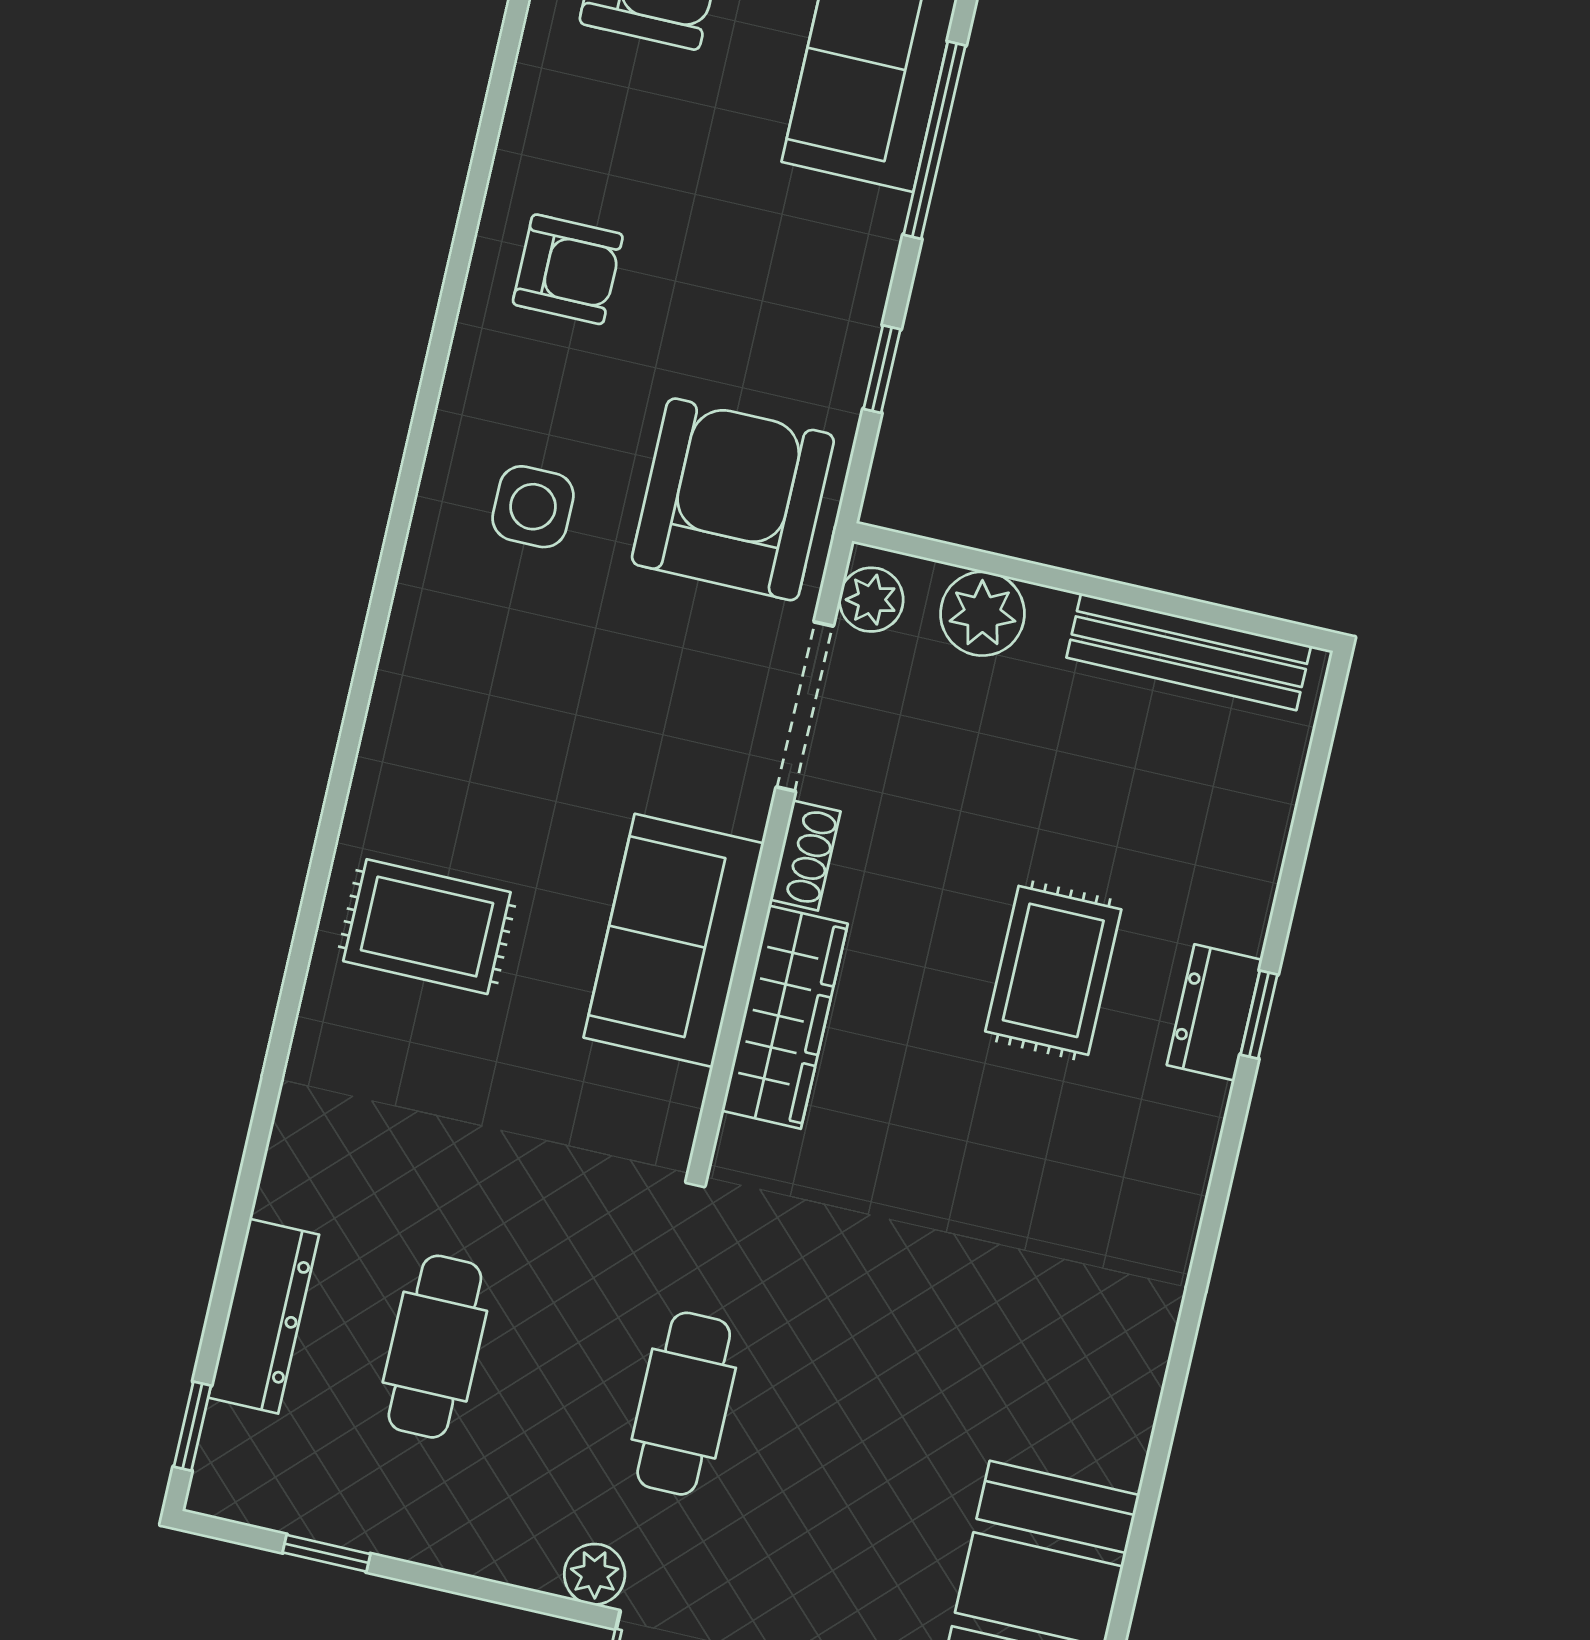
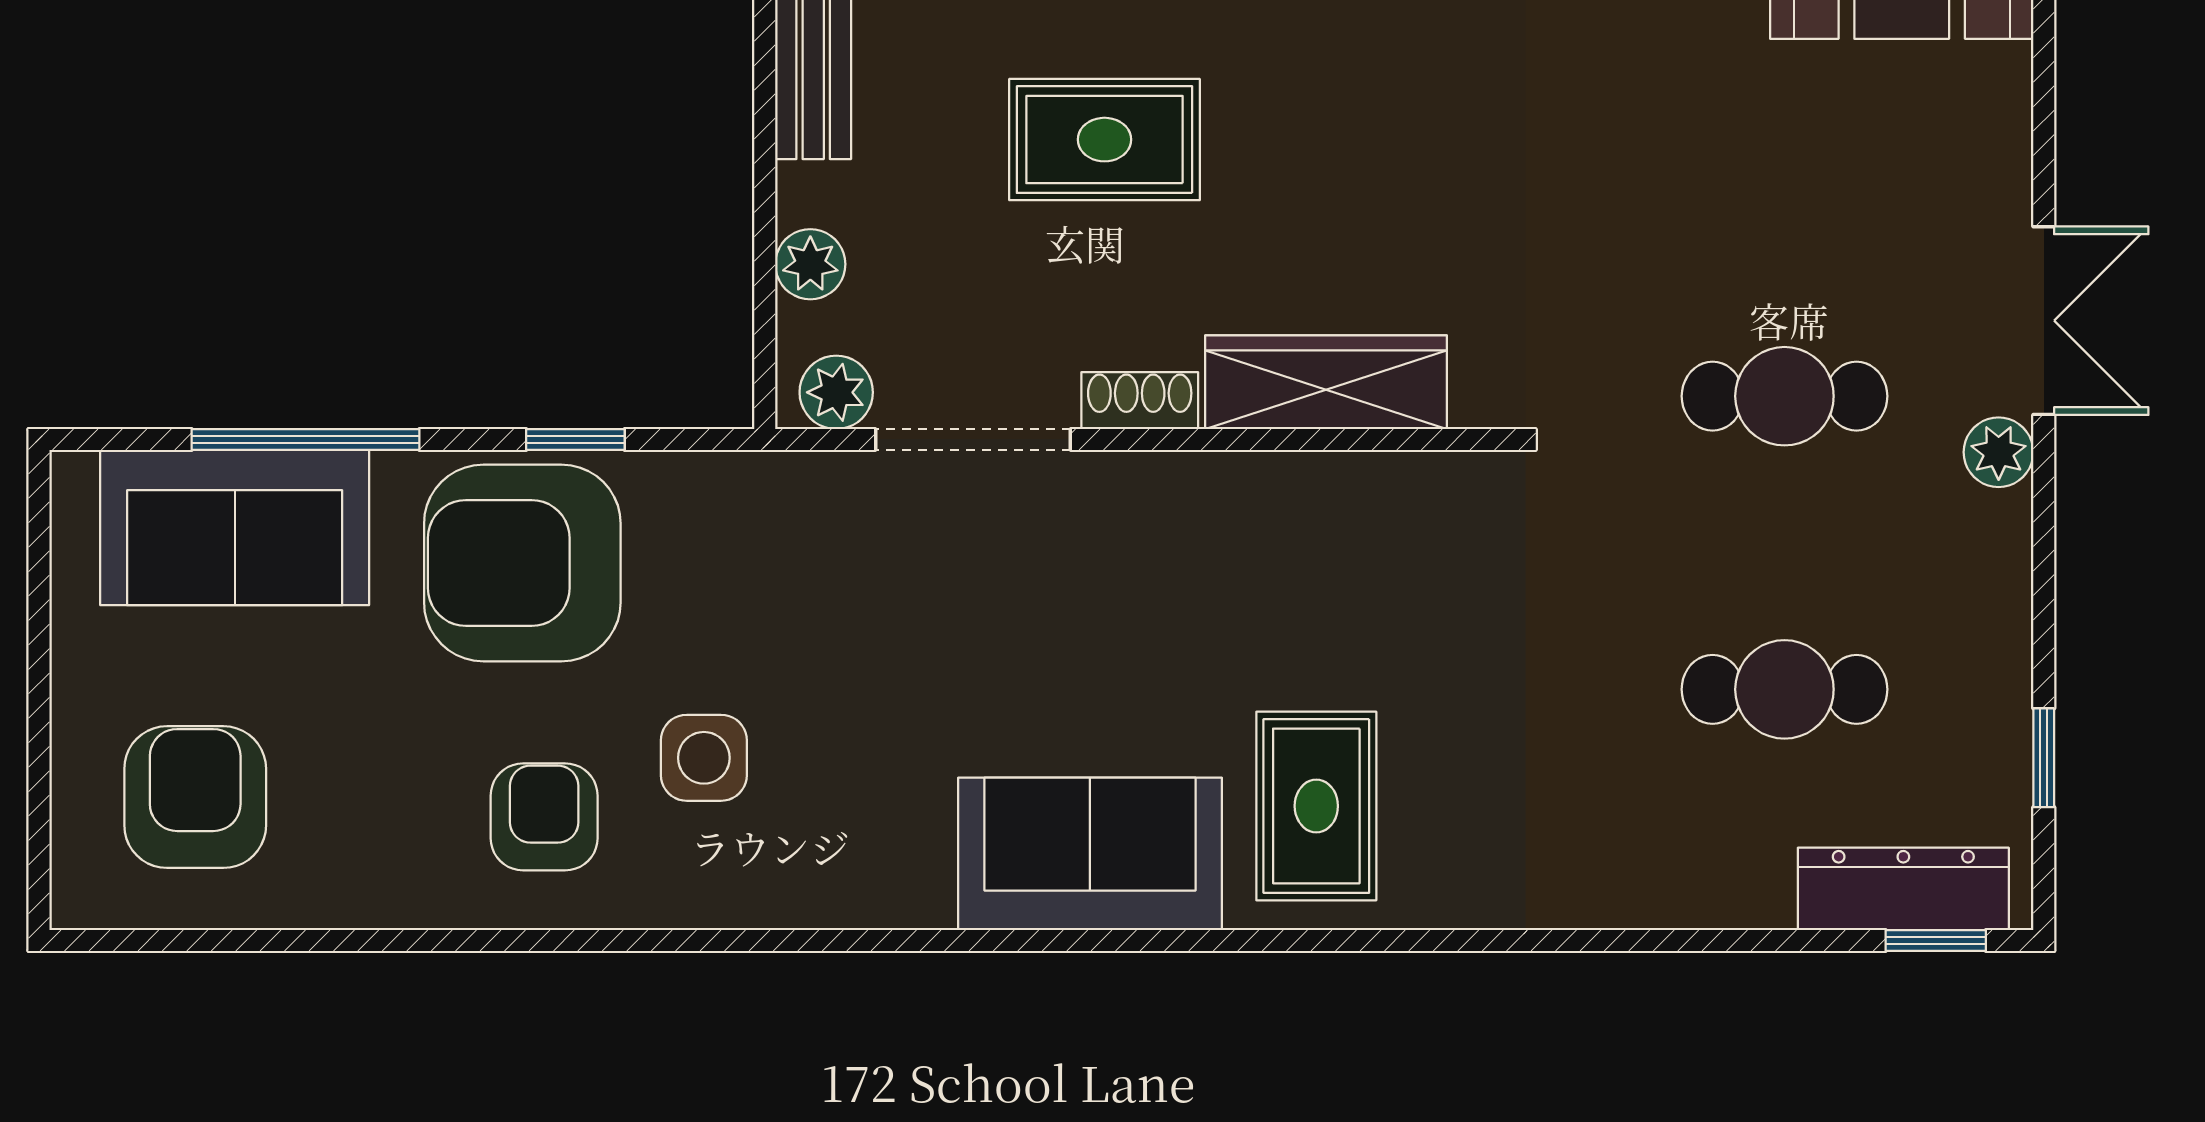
armchair: (733, 499) -> (522, 563), moved
side table: (533, 507) -> (704, 758), moved
plant: (982, 614) -> (810, 264), width x0.73, depth x0.73
sofa: (674, 940) -> (1090, 854), moved, turned 180
rug: (1053, 970) -> (1104, 140), moved
dresser: (264, 1316) -> (1903, 889), moved

